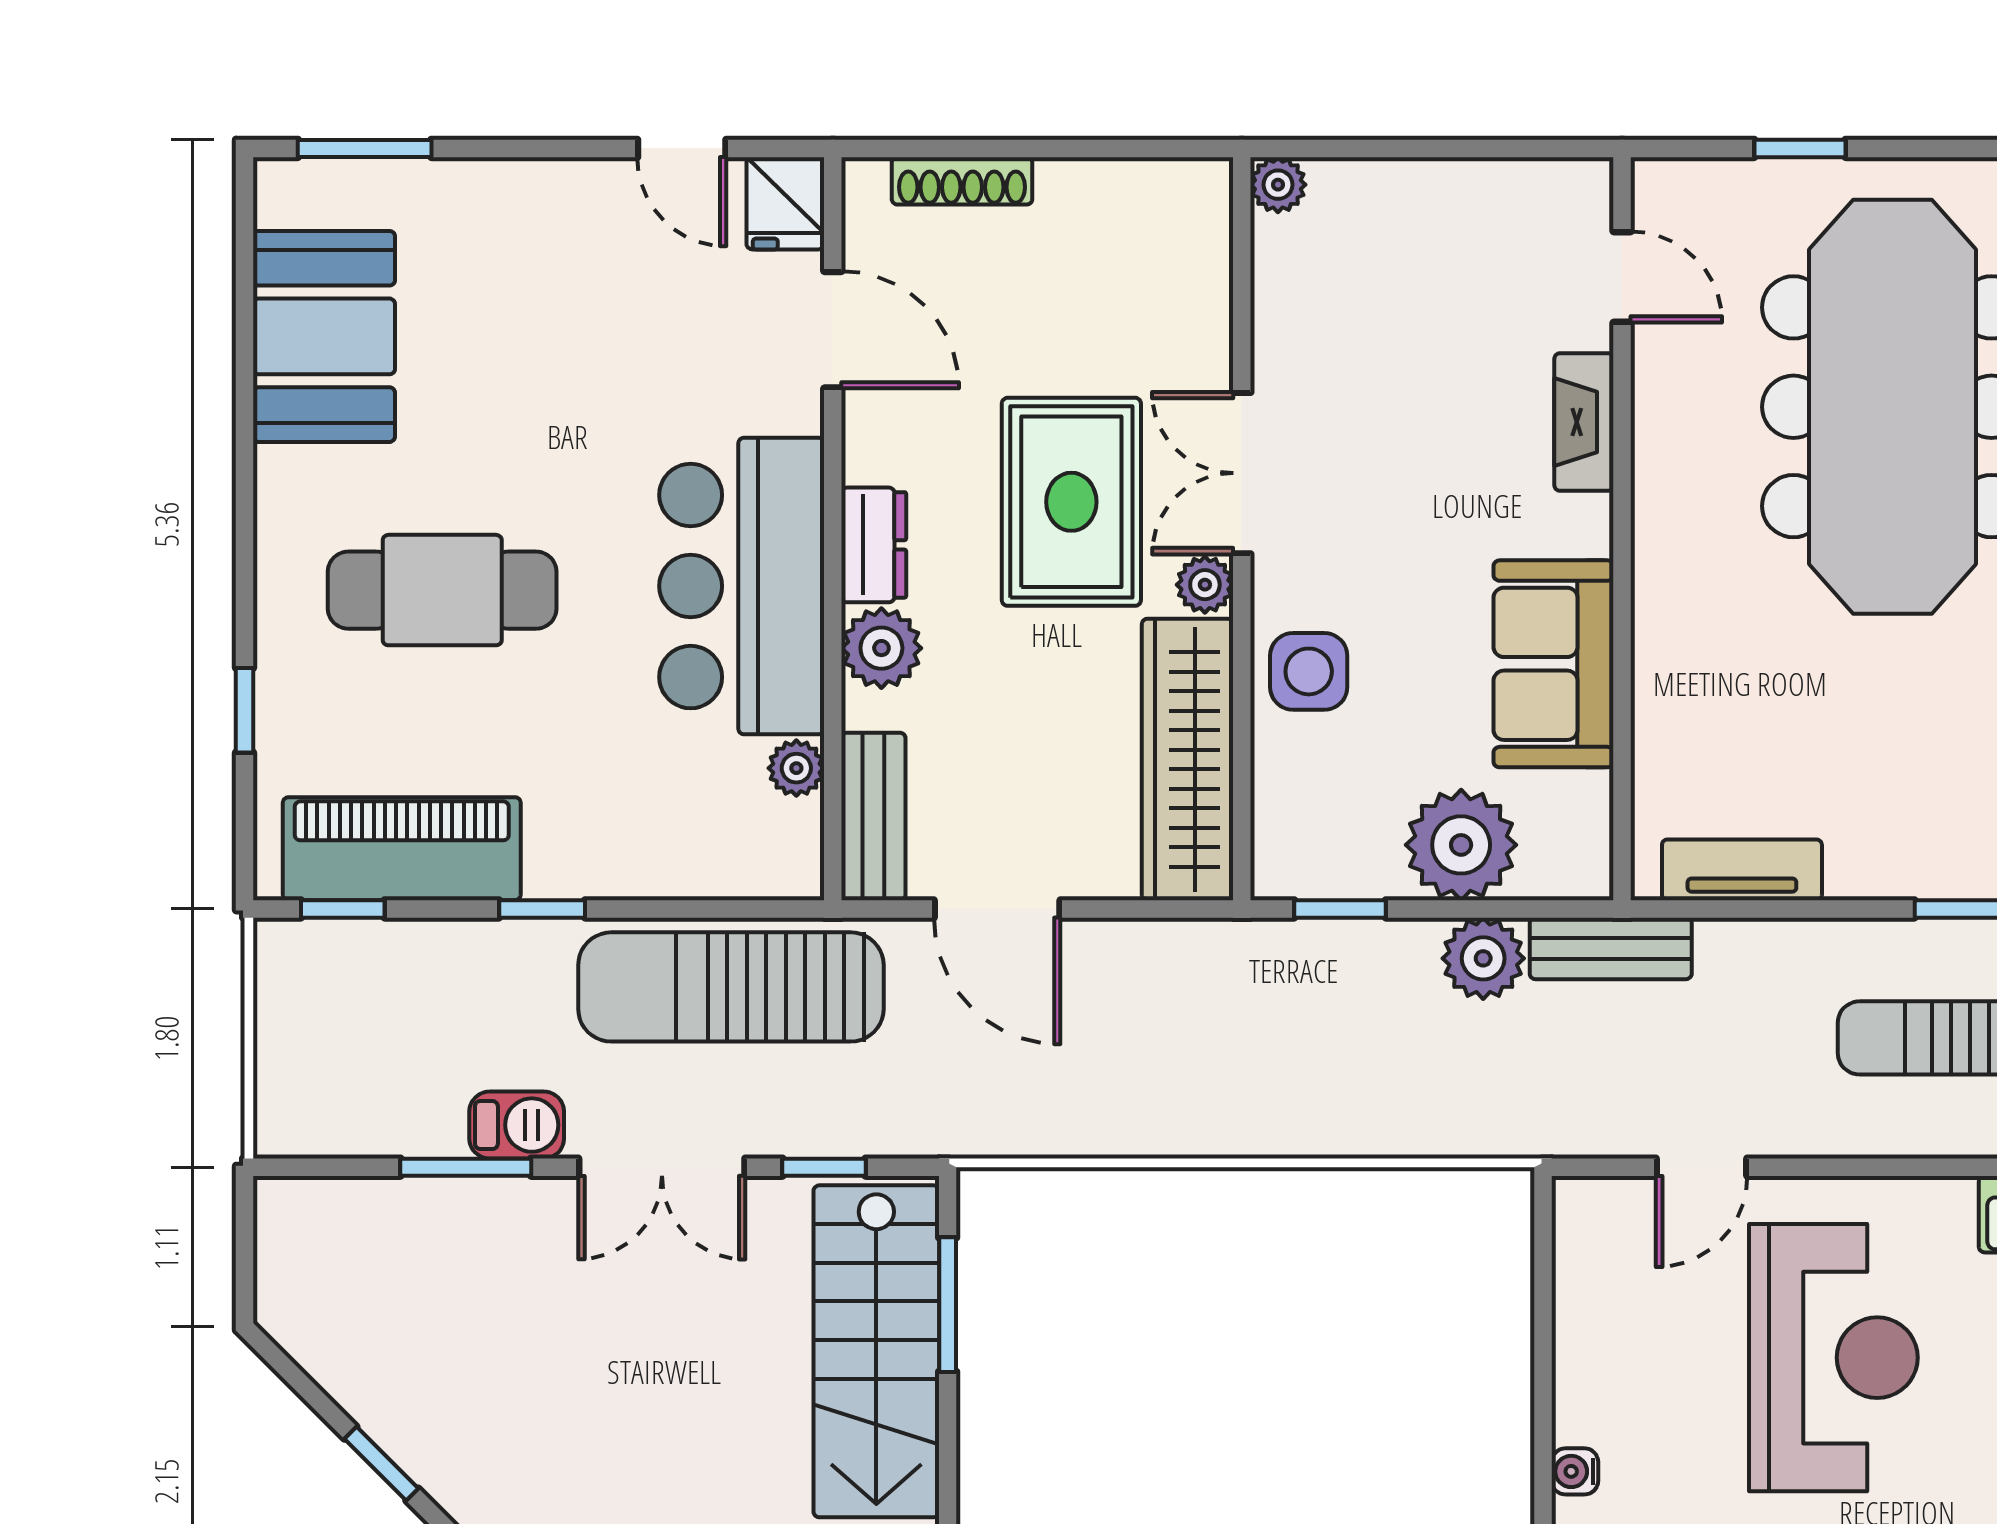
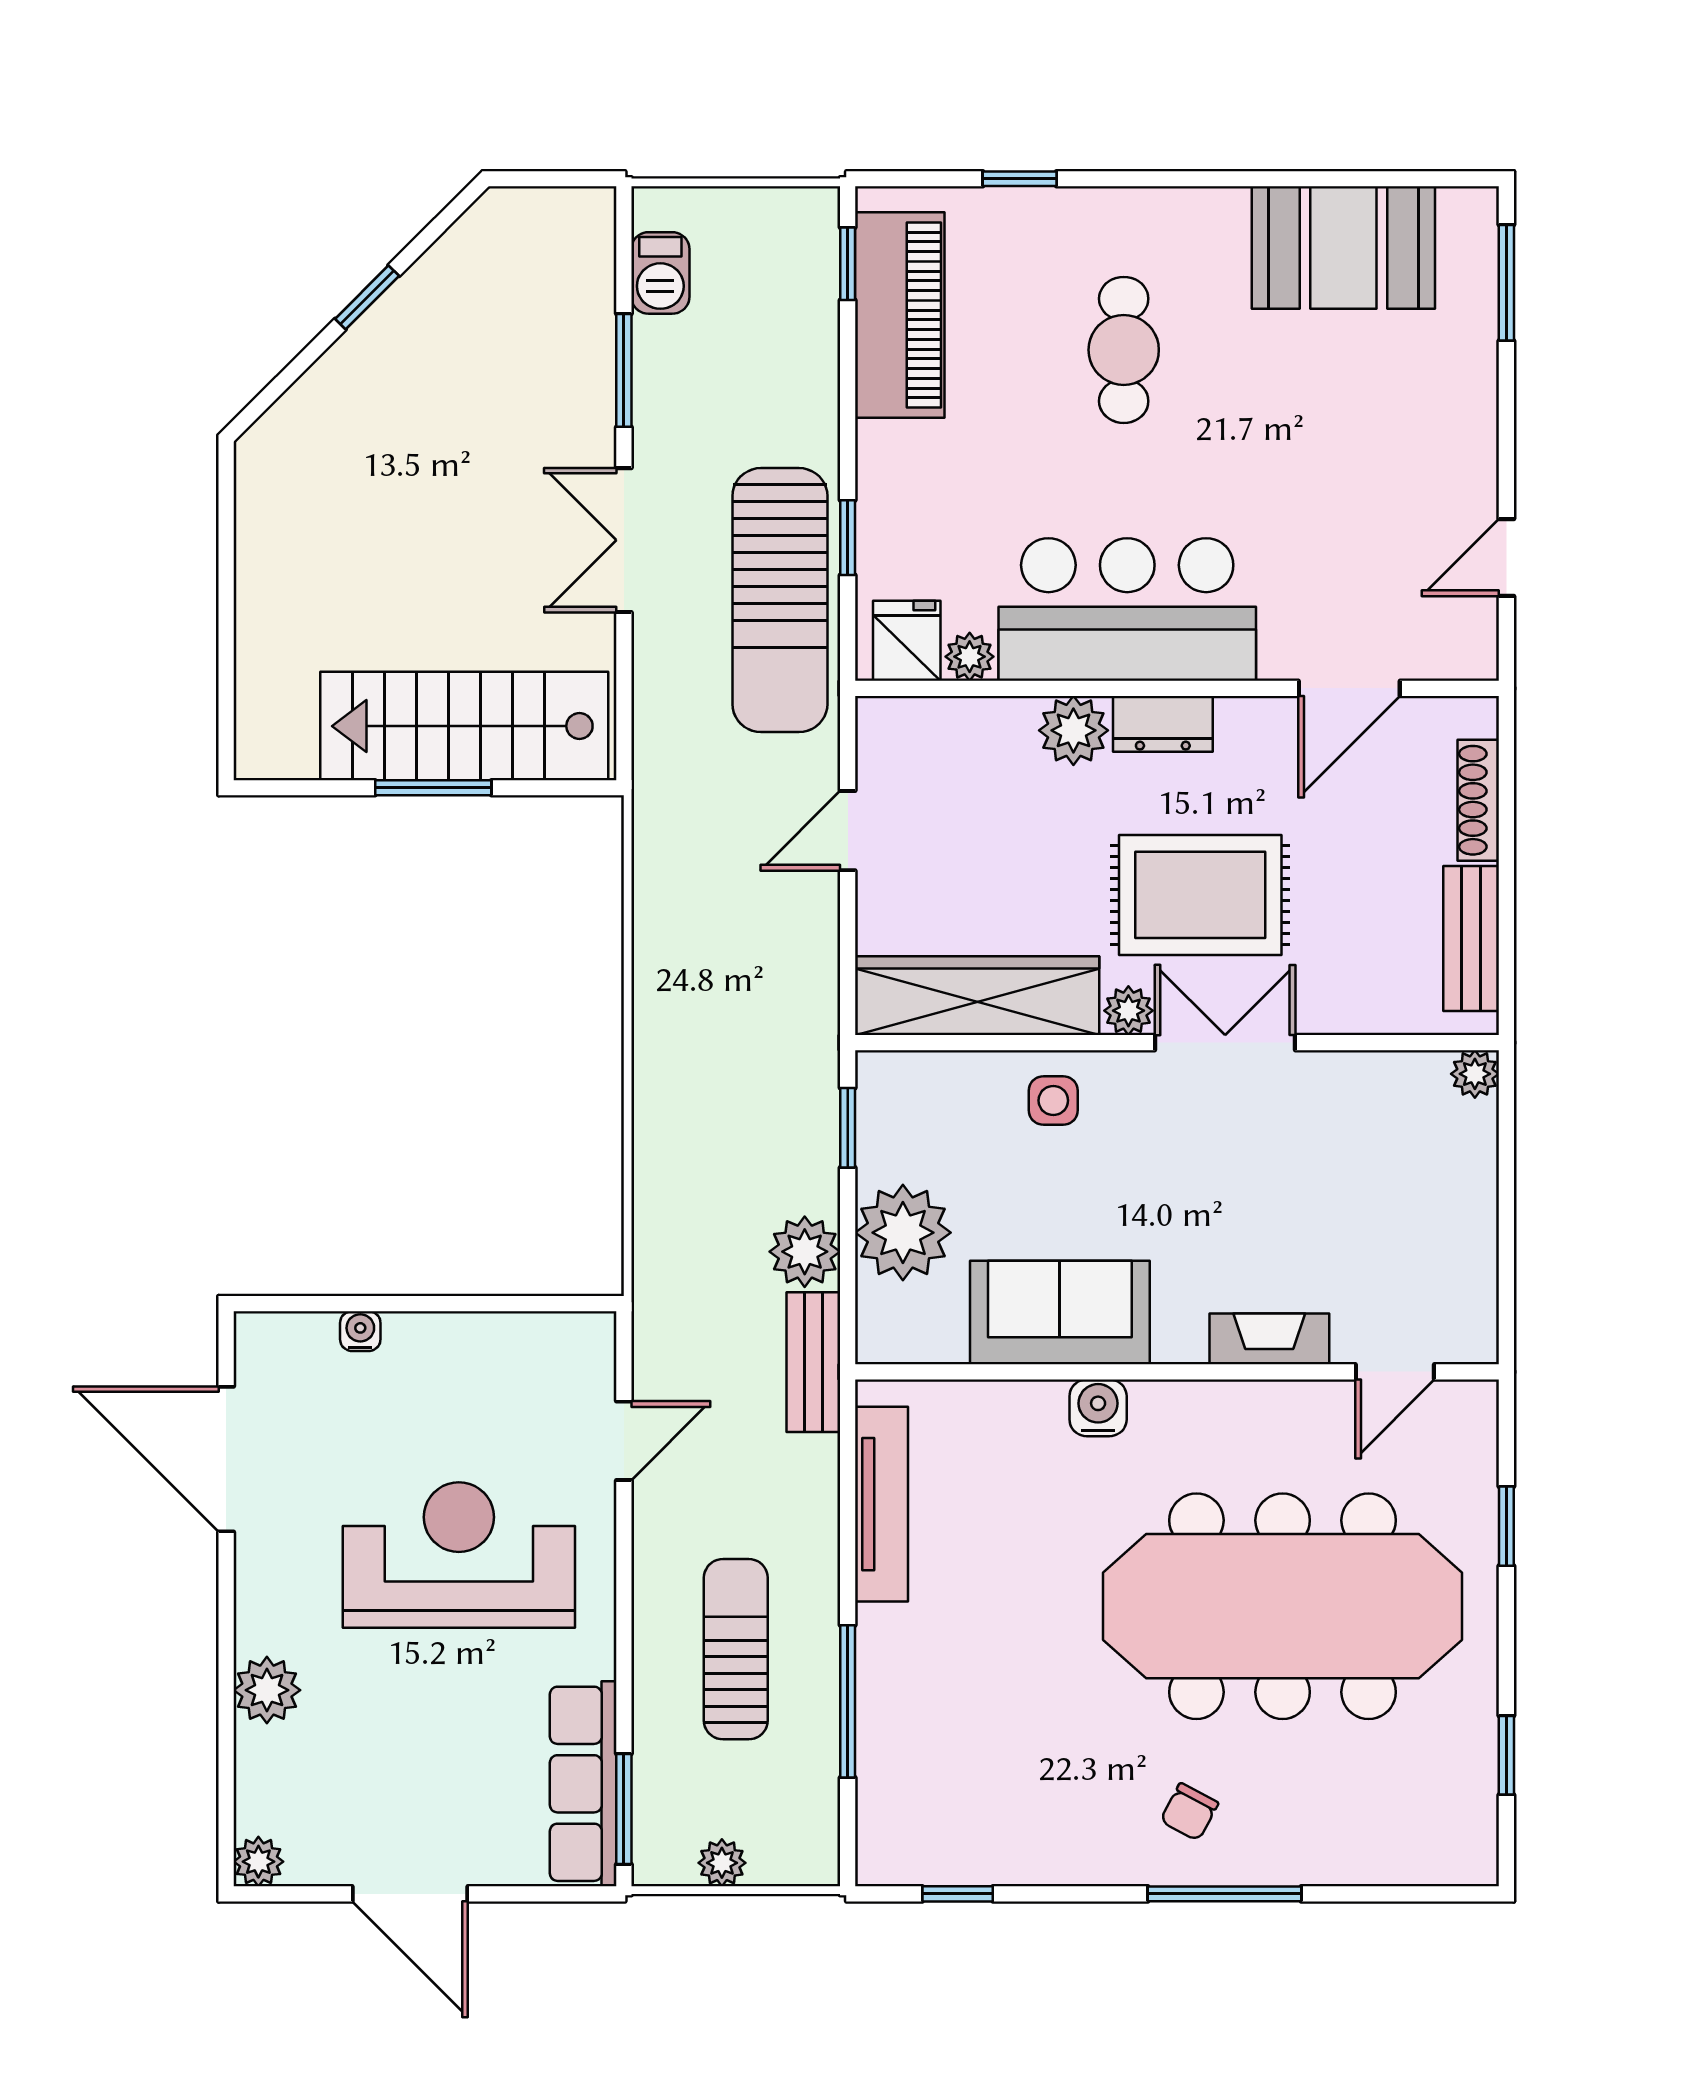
fridge: (785, 203) -> (907, 641), moved, turned 90
cafe table: (442, 590) -> (1124, 350), width x0.73, depth x0.74
water cooler: (1663, 620) -> (1098, 1408), added
side table: (1309, 671) -> (1053, 1100), width x0.73, depth x0.73
bench: (873, 816) -> (1471, 939), moved, turned 90
tv unit: (1742, 870) -> (881, 1504), width x1.41
window: (542, 909) -> (848, 538), moved
door: (997, 909) -> (848, 831), width x0.73
sun lounger: (731, 987) -> (780, 600), turned 180
barbecue: (517, 1125) -> (660, 273), moved
window: (824, 1167) -> (624, 681), removed
door: (1702, 1167) -> (624, 1441), swing flipped
window: (948, 1305) -> (433, 788), moved
reception desk: (1833, 1358) -> (459, 1555), turned 180

